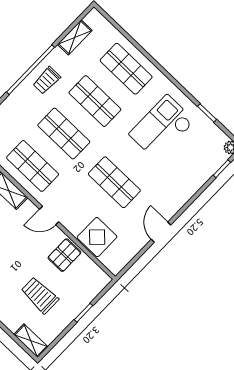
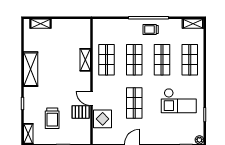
shelving: (75, 37) -> (193, 24), moved
checkout: (162, 127) -> (179, 101), turned 180
door: (49, 216) -> (92, 98), moved
trolley: (40, 295) -> (52, 118), turned 180

